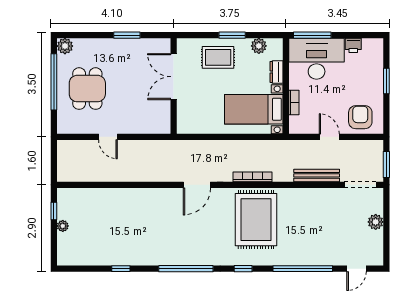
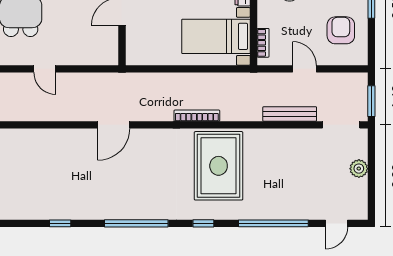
bookcase: (294, 103) -> (263, 43), moved
armchair: (360, 117) -> (341, 30), moved
bookcase: (252, 177) -> (197, 116), moved
door: (197, 185) -> (114, 125), moved

